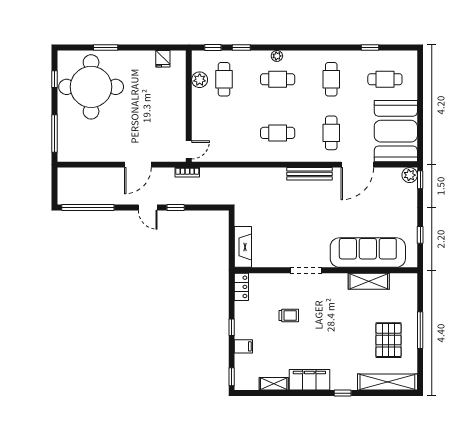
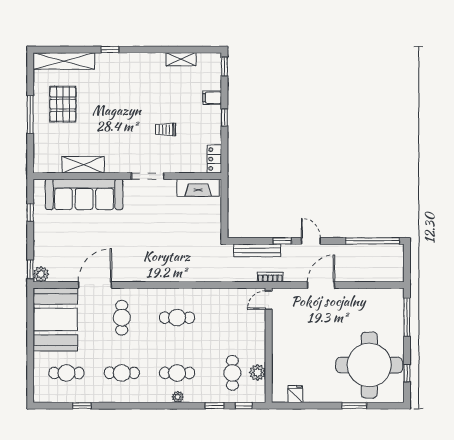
cafe table: (331, 79) -> (122, 373), turned 90
bench: (310, 174) -> (257, 250), moved
fireplace: (243, 247) -> (198, 188), moved, turned -90
filing cabinet: (309, 380) -> (144, 63), removed

